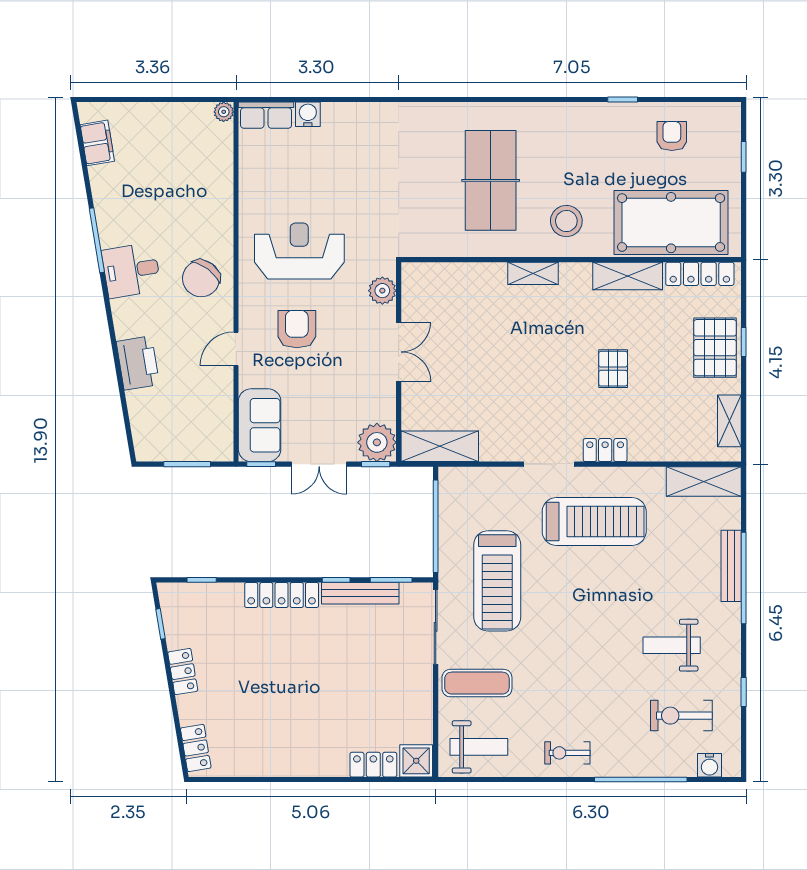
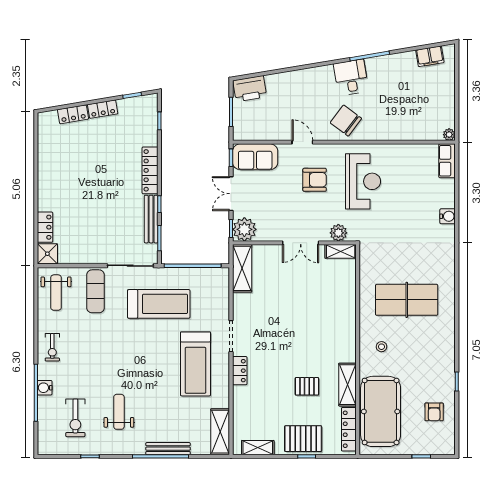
water cooler: (308, 114) -> (448, 216), moved
armchair: (672, 136) -> (434, 412), turned 90
stool: (566, 221) -> (381, 347), width x0.53, depth x0.53
shelving: (533, 273) -> (341, 251), moved, turned 90
printer: (138, 363) -> (250, 89), moved
pallet: (613, 369) -> (307, 386), moved
treadmill: (497, 581) -> (159, 304), turned 180
exercise bike: (681, 716) -> (75, 418), turned 180
locker: (196, 748) -> (73, 114), moved
exercise bike: (567, 753) -> (52, 347), turned 180
water cooler: (709, 765) -> (45, 388), moved

